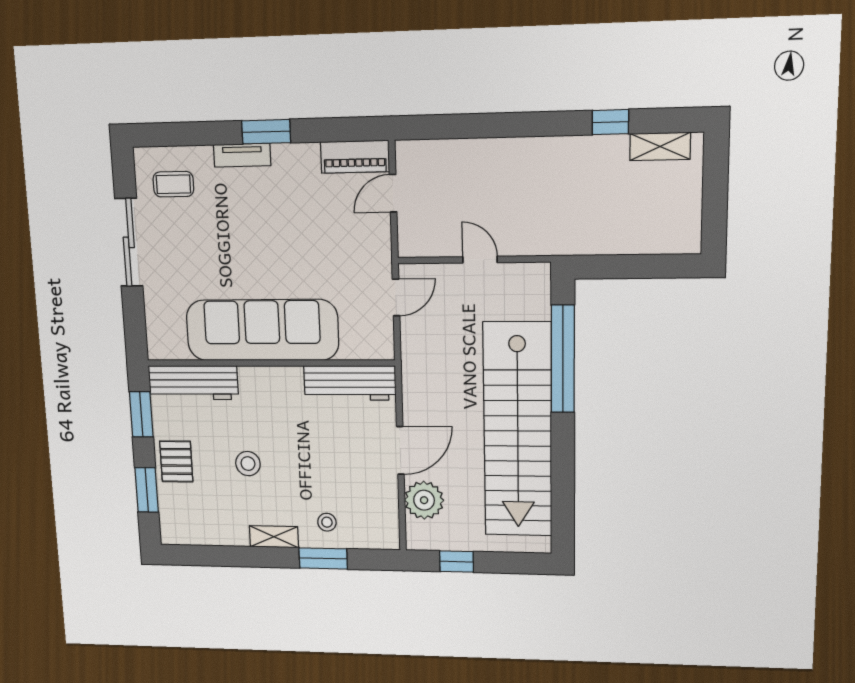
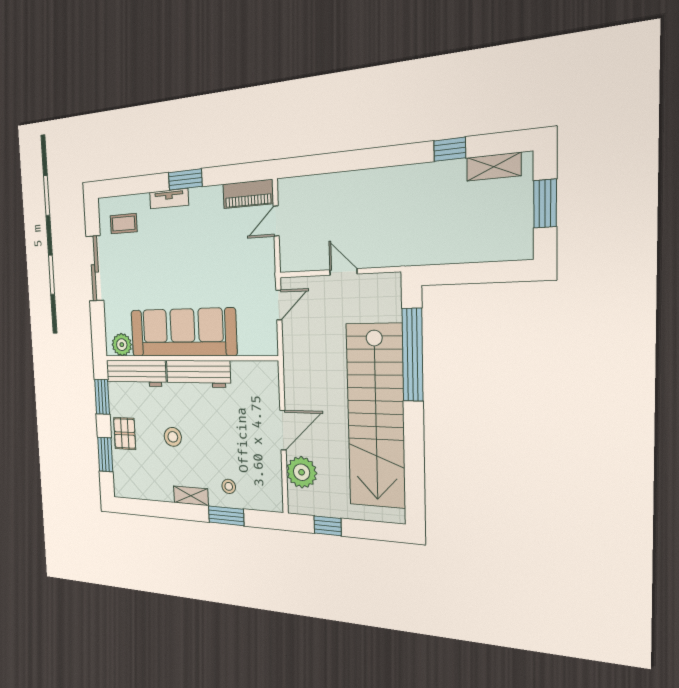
window: (715, 192) -> (545, 204), added
plant: (171, 345) -> (122, 345), added
workbench: (350, 383) -> (198, 374), moved

